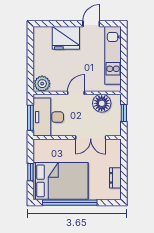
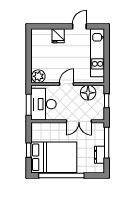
fridge: (66, 38) -> (58, 36), width x0.53, depth x0.75
window: (124, 163) -> (107, 143), added

